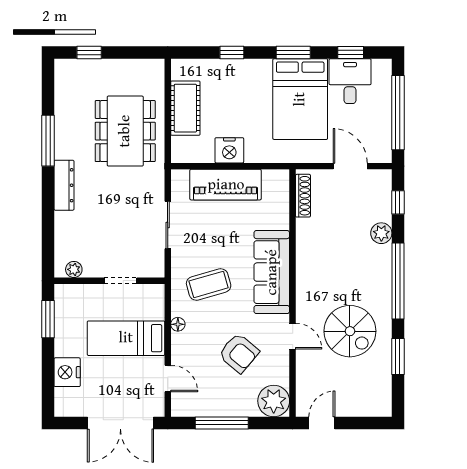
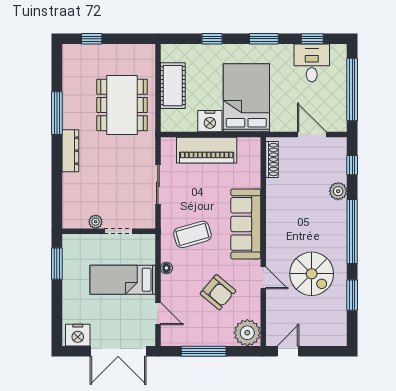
bed: (300, 99) -> (246, 98), moved, turned 180
plant: (74, 269) -> (96, 222), moved
nightstand: (67, 372) -> (78, 335), moved, turned -90

